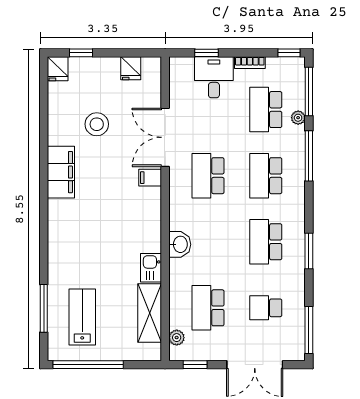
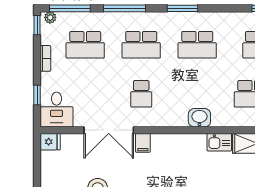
fridge: (131, 68) -> (50, 142), moved
desk: (214, 77) -> (57, 109), moved, turned -90
plant: (298, 118) -> (50, 17), moved
school desk: (208, 176) -> (141, 94), width x0.54
window: (309, 251) -> (183, 8), moved

